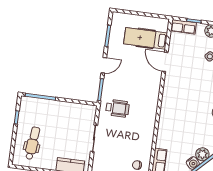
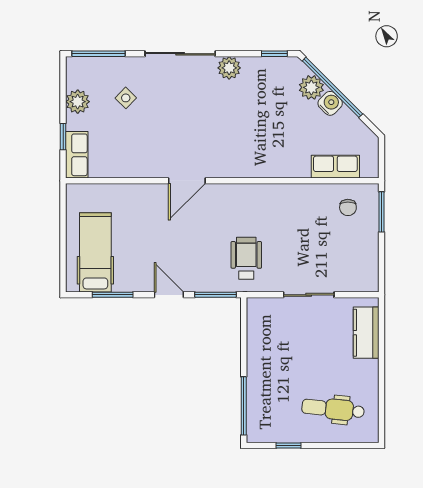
hospital bed: (146, 38) -> (95, 252), moved, turned 180
door: (165, 62) -> (187, 181), moved

